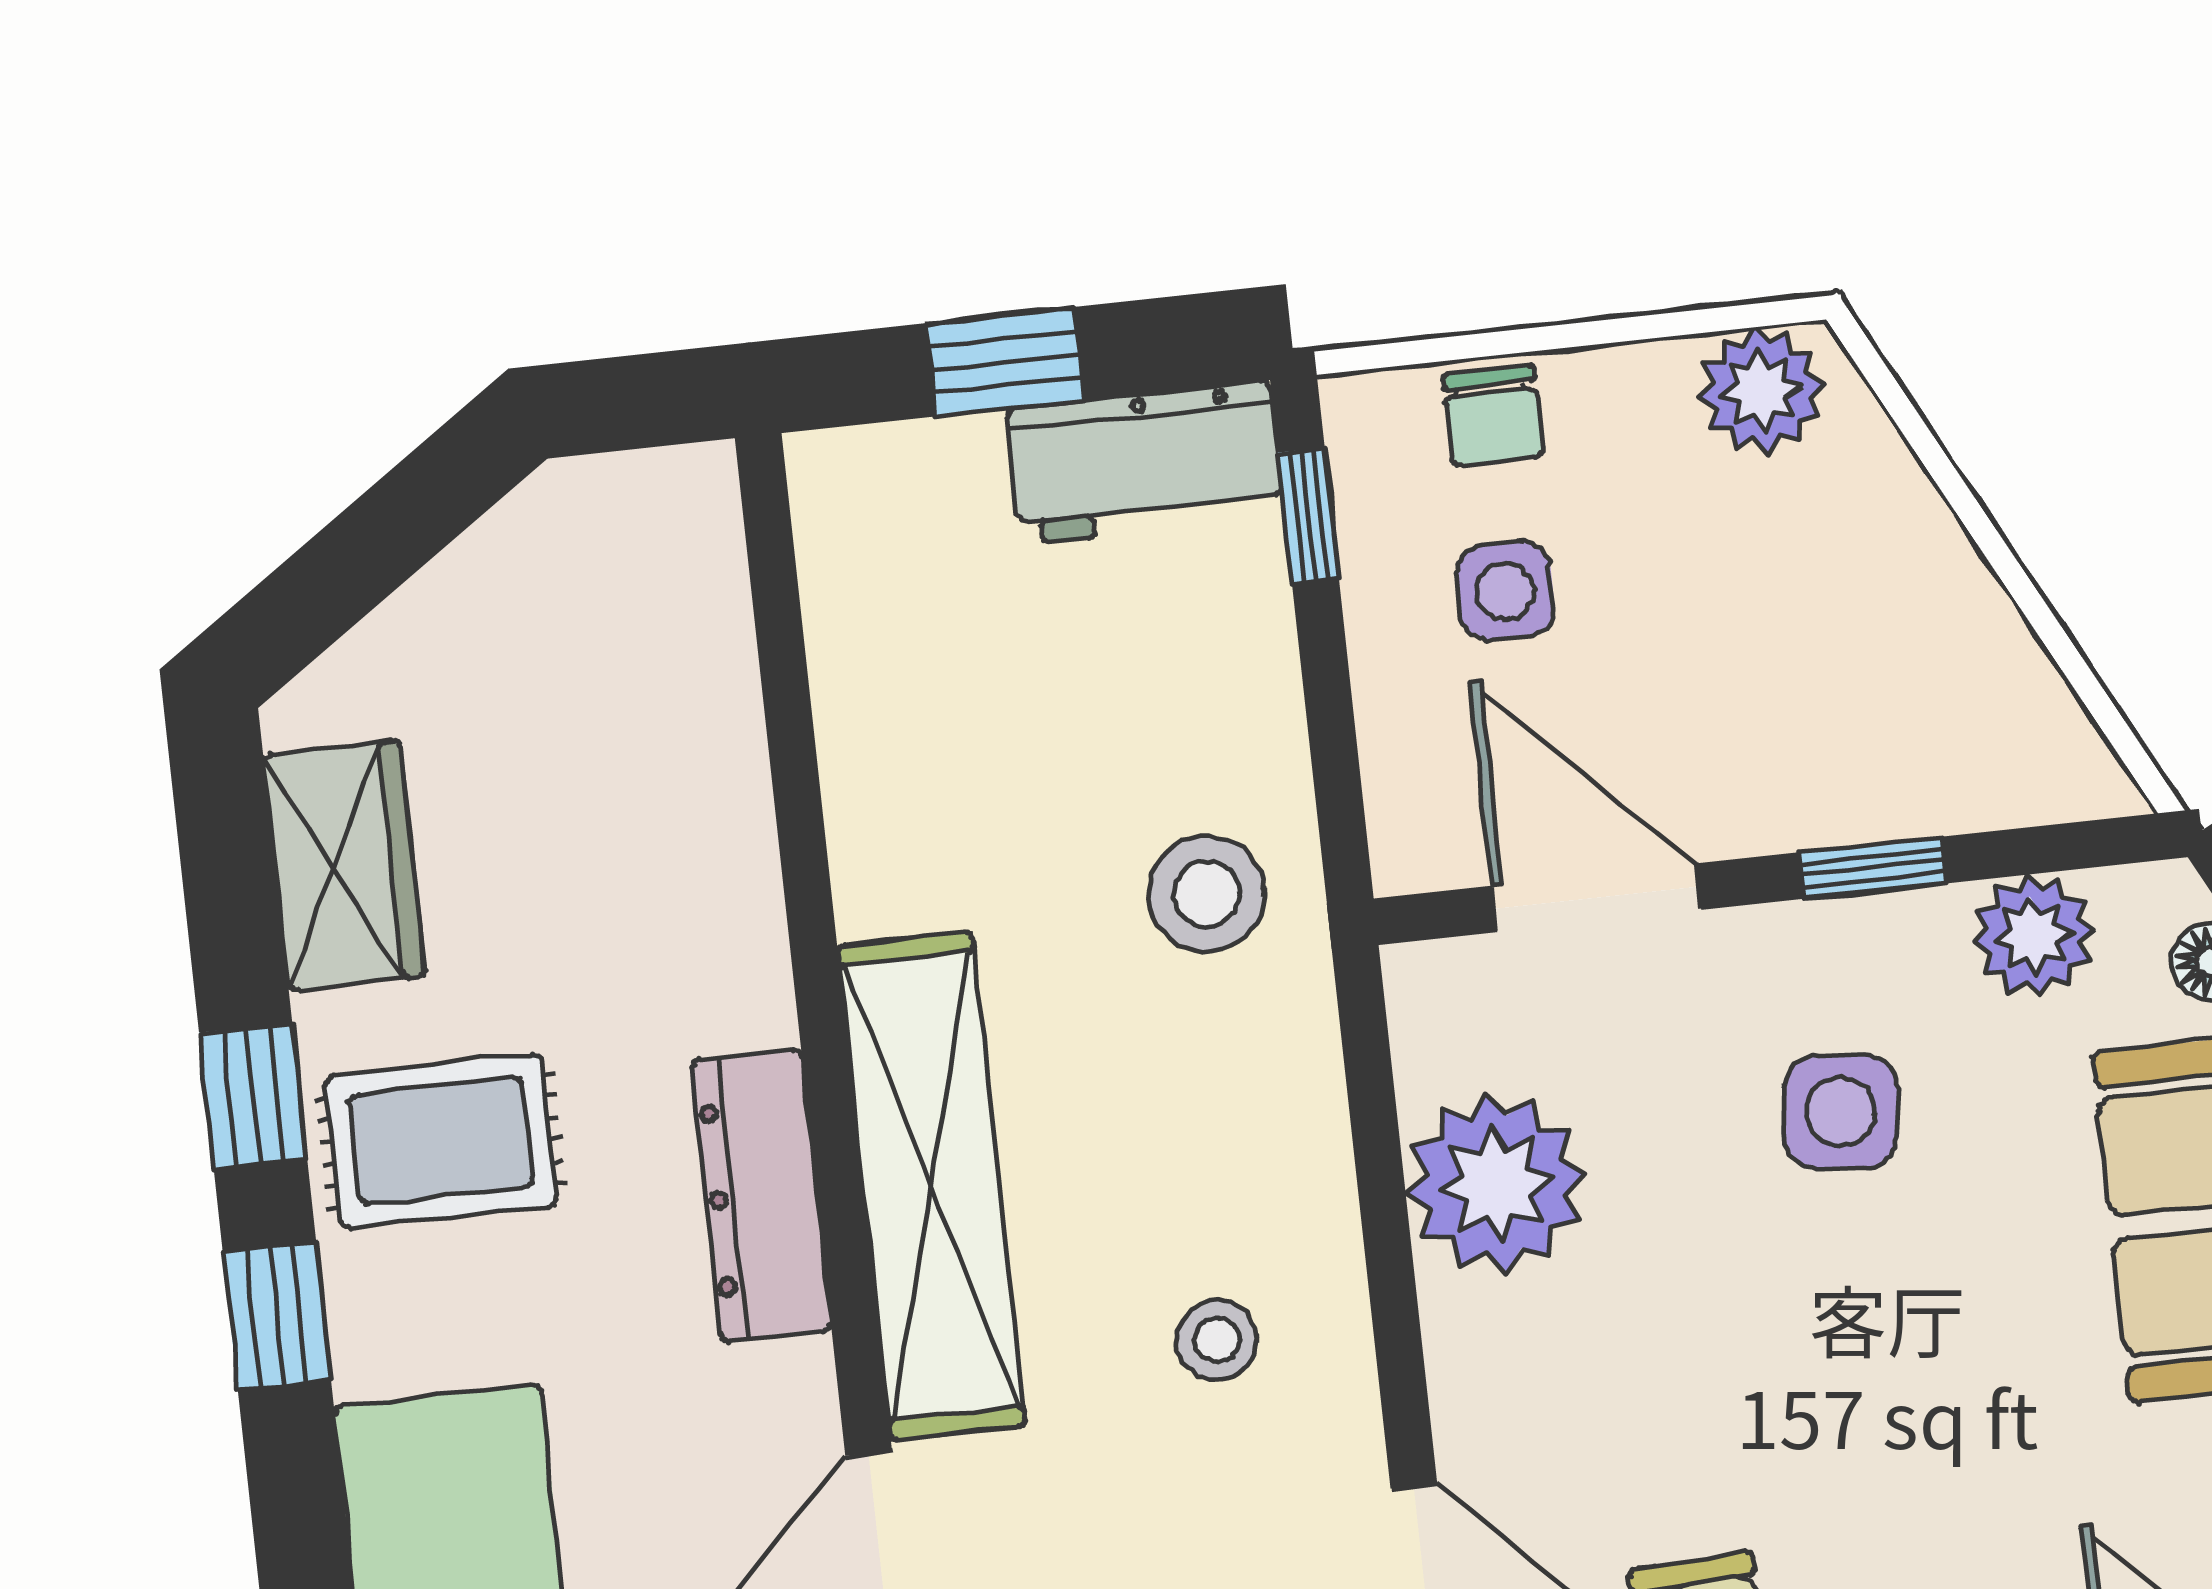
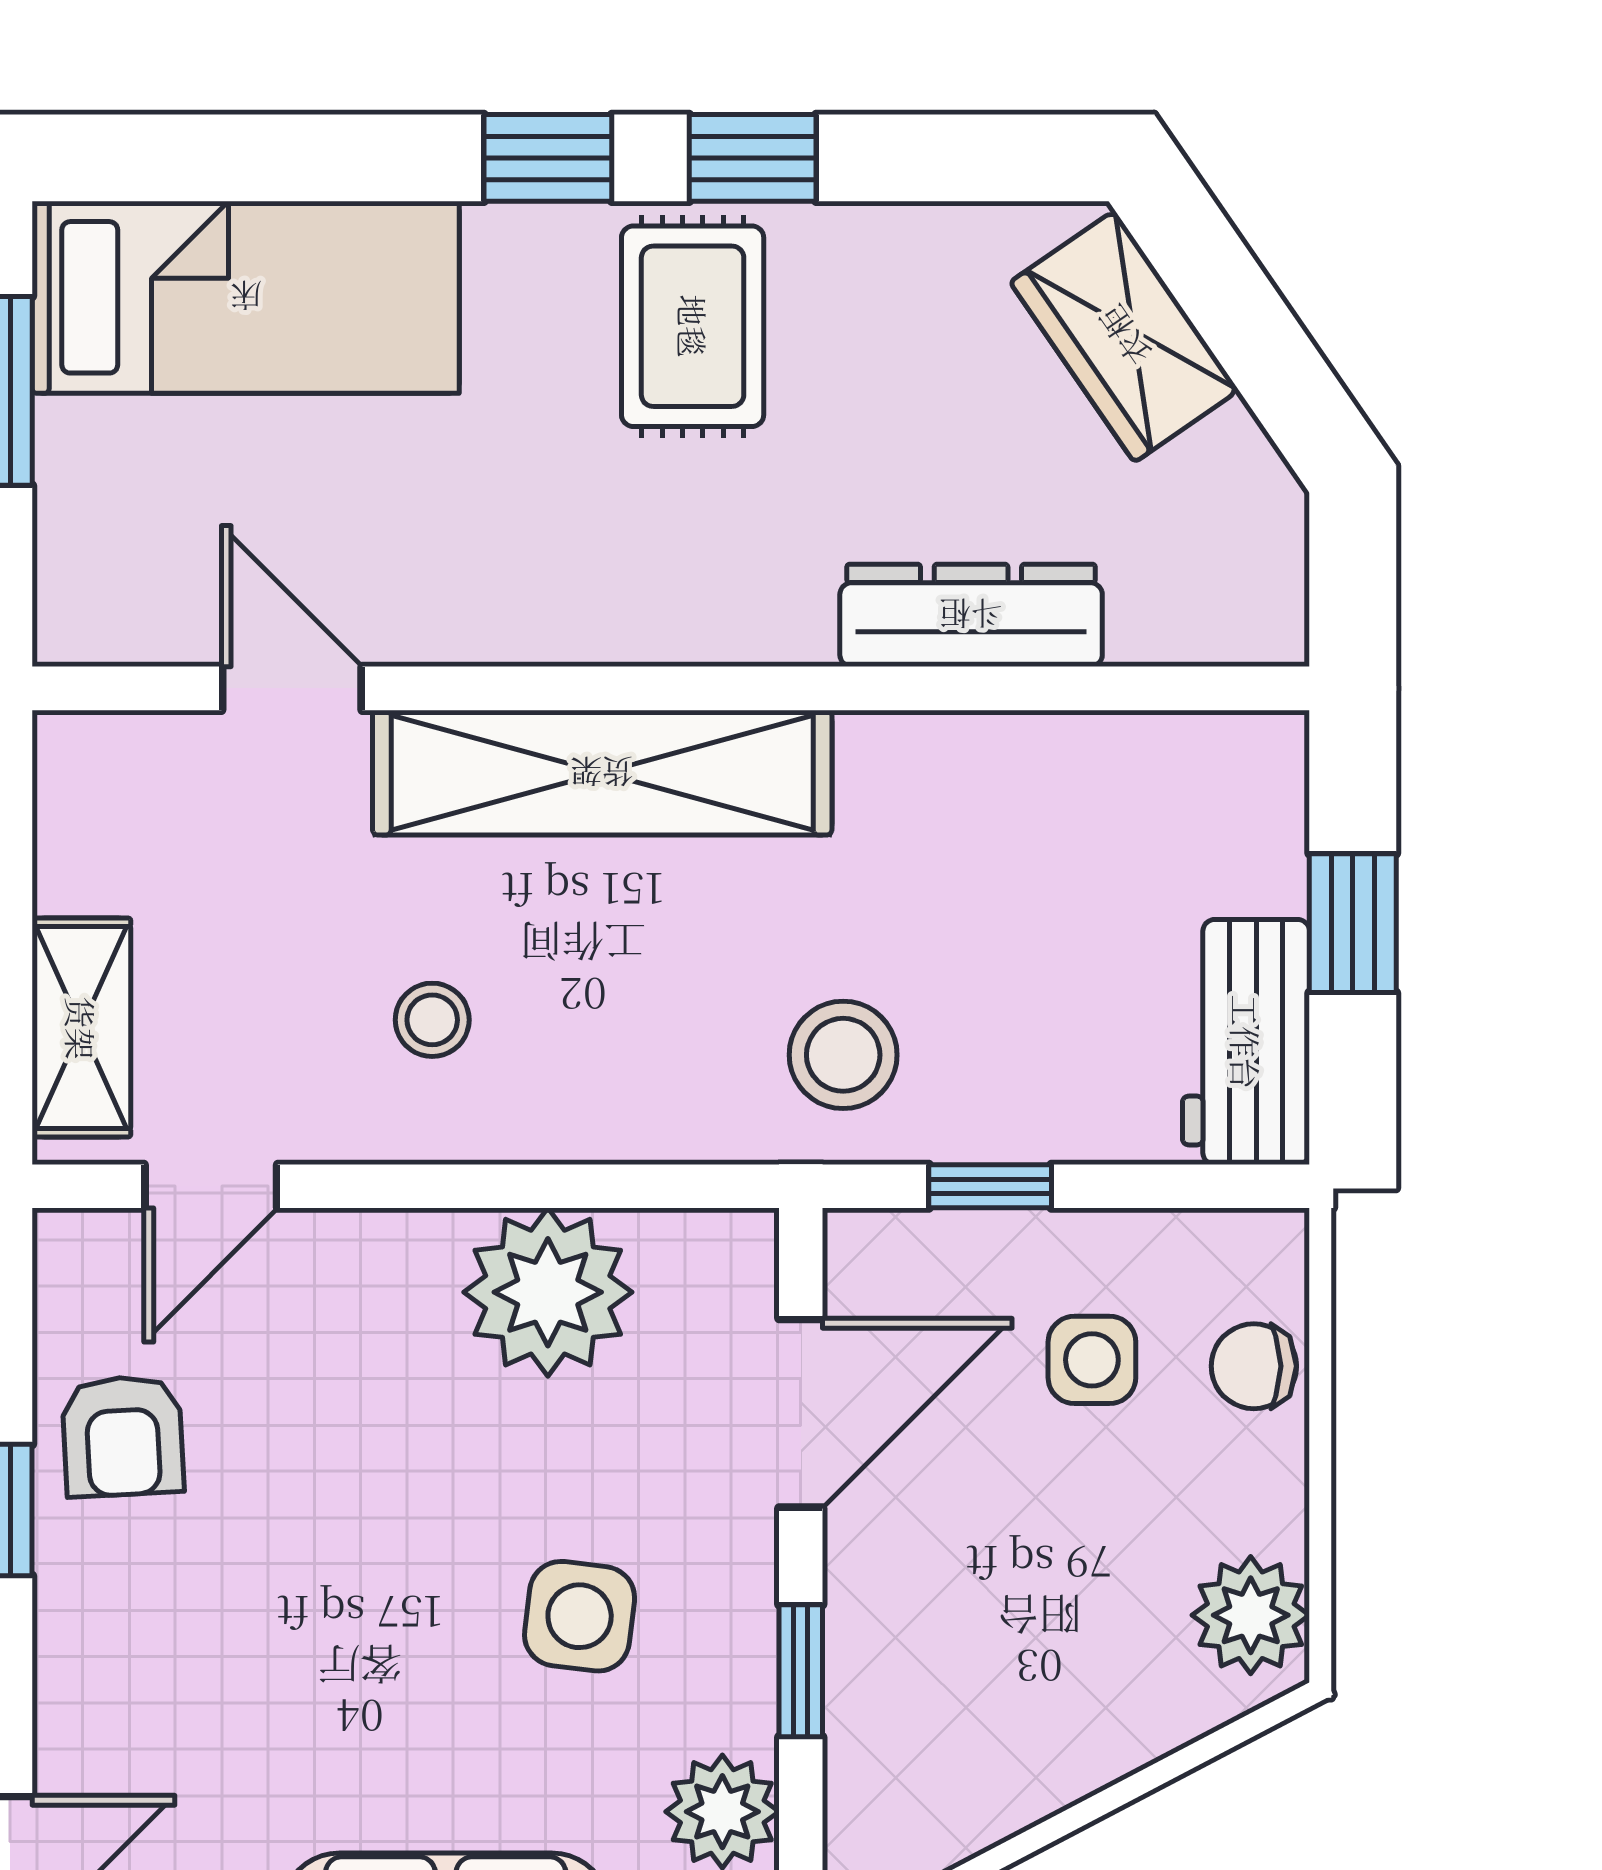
window: (1308, 516) -> (990, 1186), moved
wardrobe: (344, 866) -> (1124, 336), moved, turned 55
dresser: (761, 1196) -> (971, 615), moved

